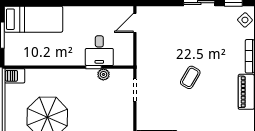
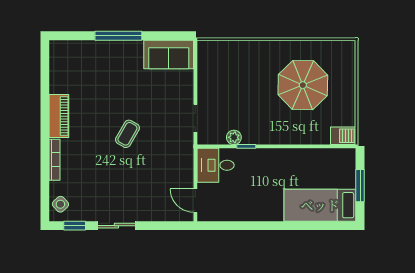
door: (135, 23) -> (195, 201), swing flipped
desk: (99, 51) -> (216, 165), moved, turned -90

